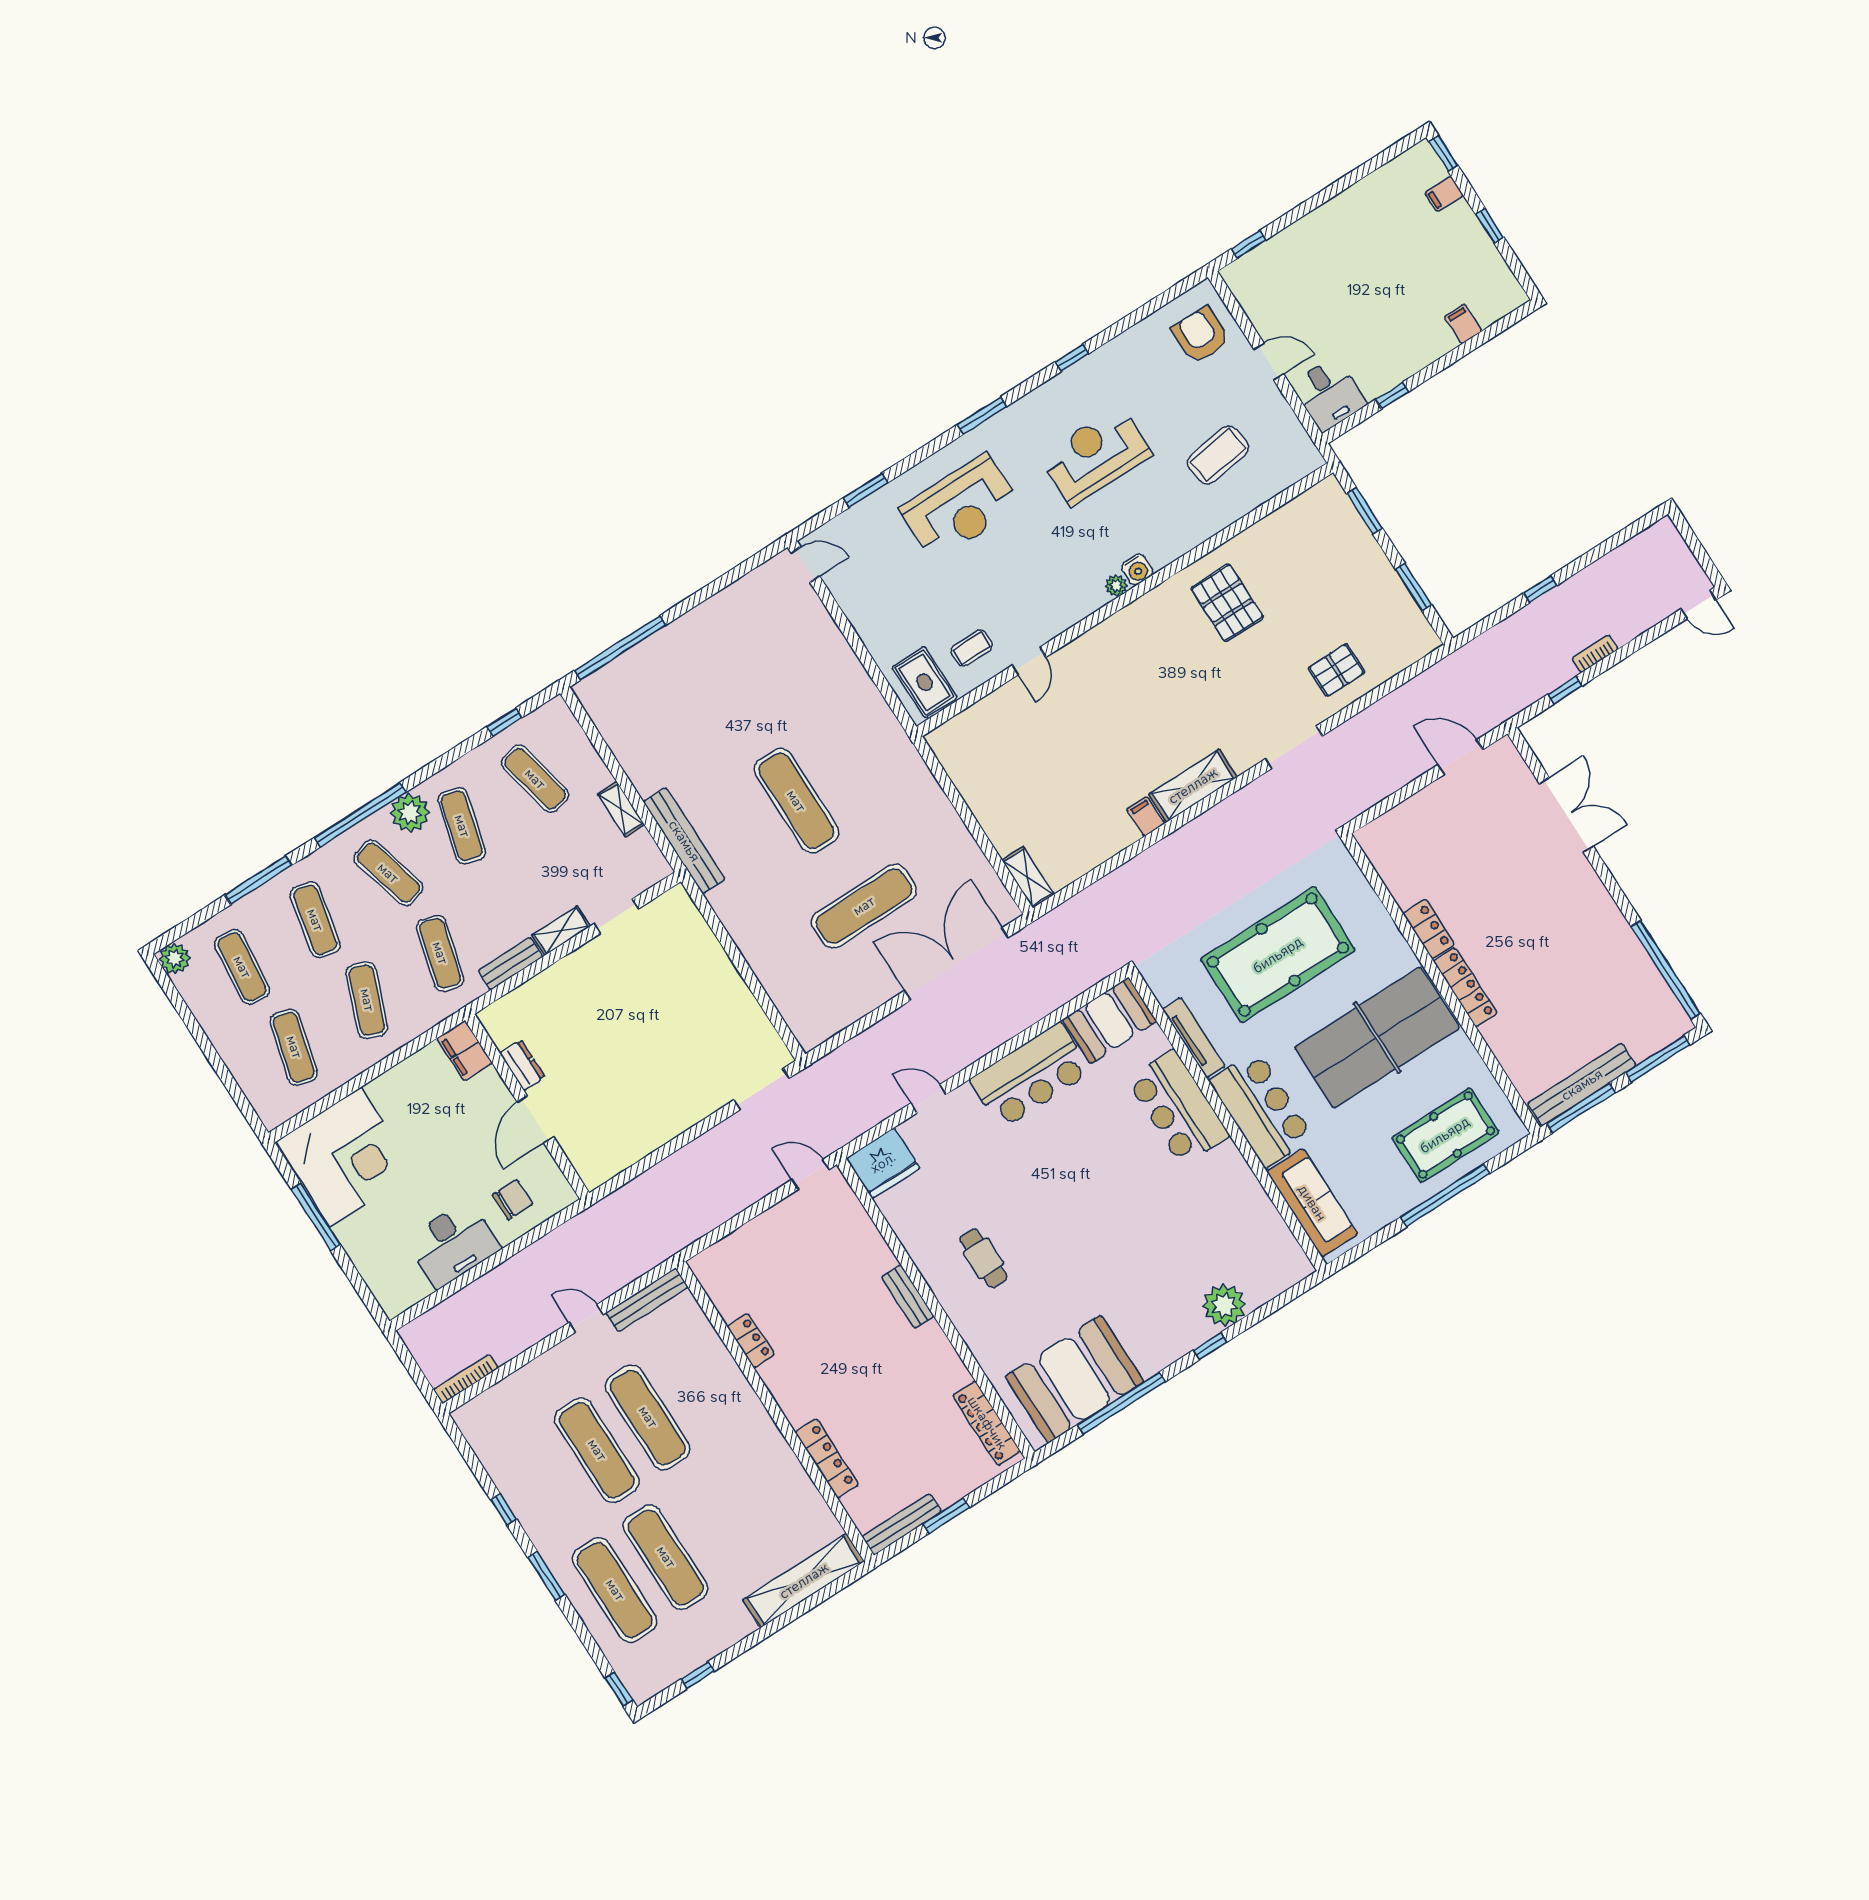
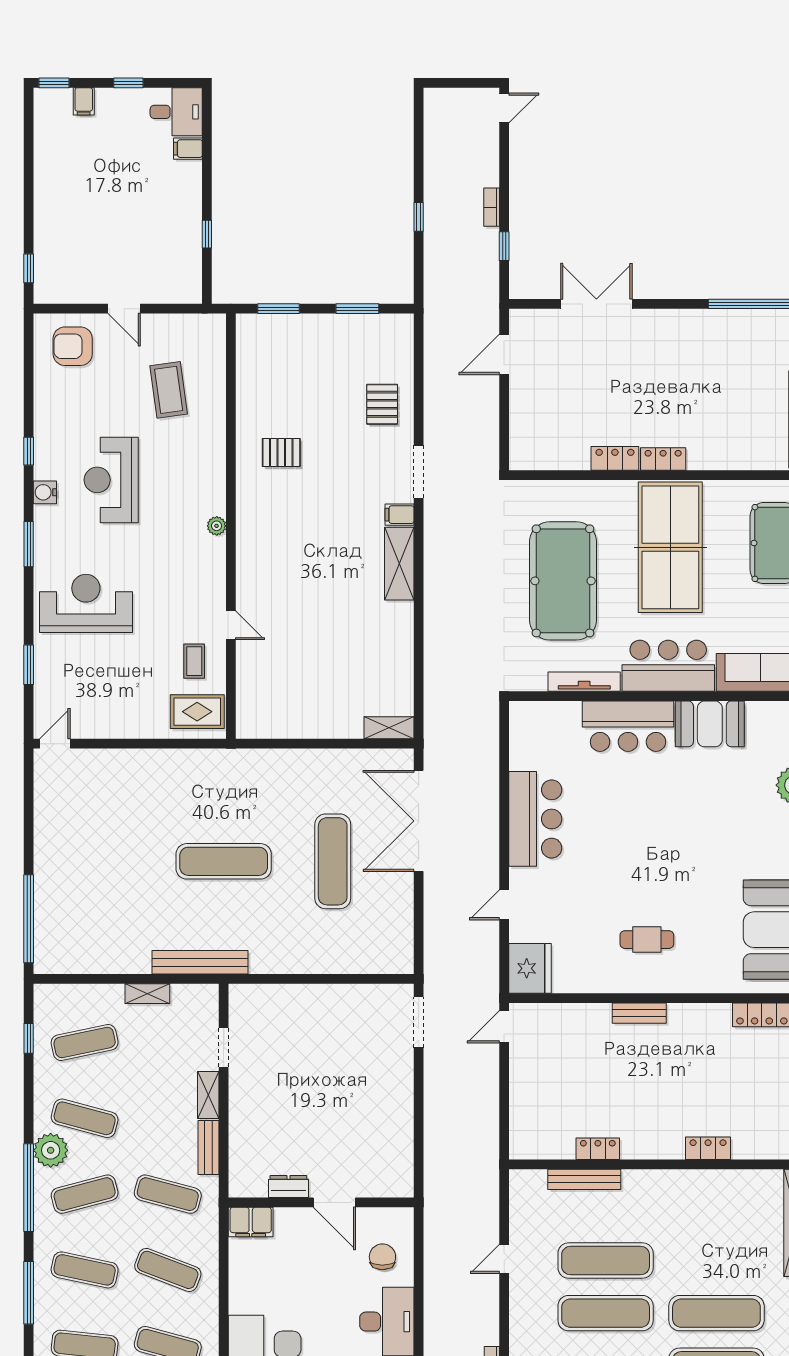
door: (1269, 362) -> (124, 309), swing flipped
desk: (1329, 394) -> (176, 112), moved
reception desk: (960, 508) -> (86, 603), turned -90
water cooler: (1137, 570) -> (45, 492), moved, turned 180
pallet: (1227, 603) -> (281, 453), width x0.67, depth x0.71
filing cabinet: (1146, 816) -> (399, 515), moved
locker: (1465, 987) -> (663, 459), width x0.66
booth: (1110, 1020) -> (710, 724), moved, turned 90
bench: (647, 1300) -> (584, 1179), moved, turned 90
locker: (827, 1458) -> (708, 1148), width x0.66

